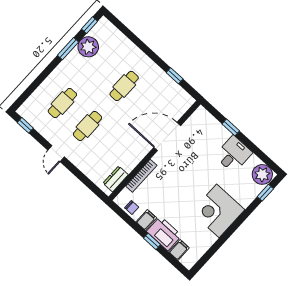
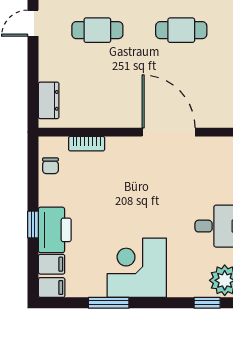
bookcase: (141, 176) -> (87, 144), width x0.64
dresser: (116, 179) -> (49, 100), moved, turned 90
filing cabinet: (146, 220) -> (52, 288), moved
window: (222, 240) -> (109, 303), added

